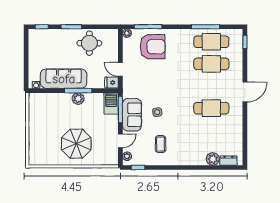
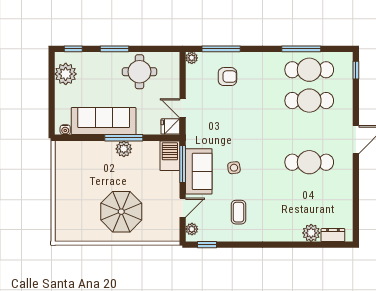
plant: (36, 45) -> (66, 74), added
armchair: (153, 47) -> (227, 77), width x0.53, depth x0.53

